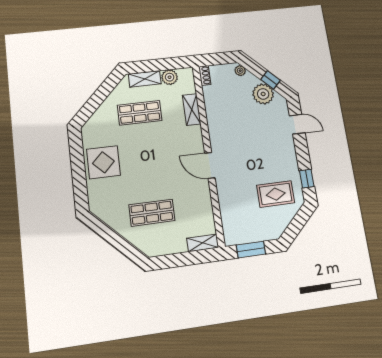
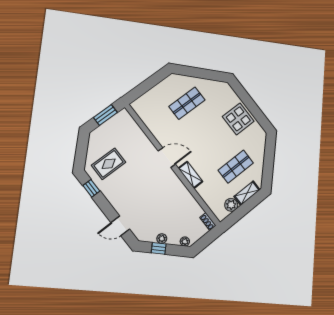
plant: (263, 94) -> (162, 239), width x0.53, depth x0.53
shelving: (192, 110) -> (190, 175), moved
shelving: (203, 243) -> (141, 102), removed

